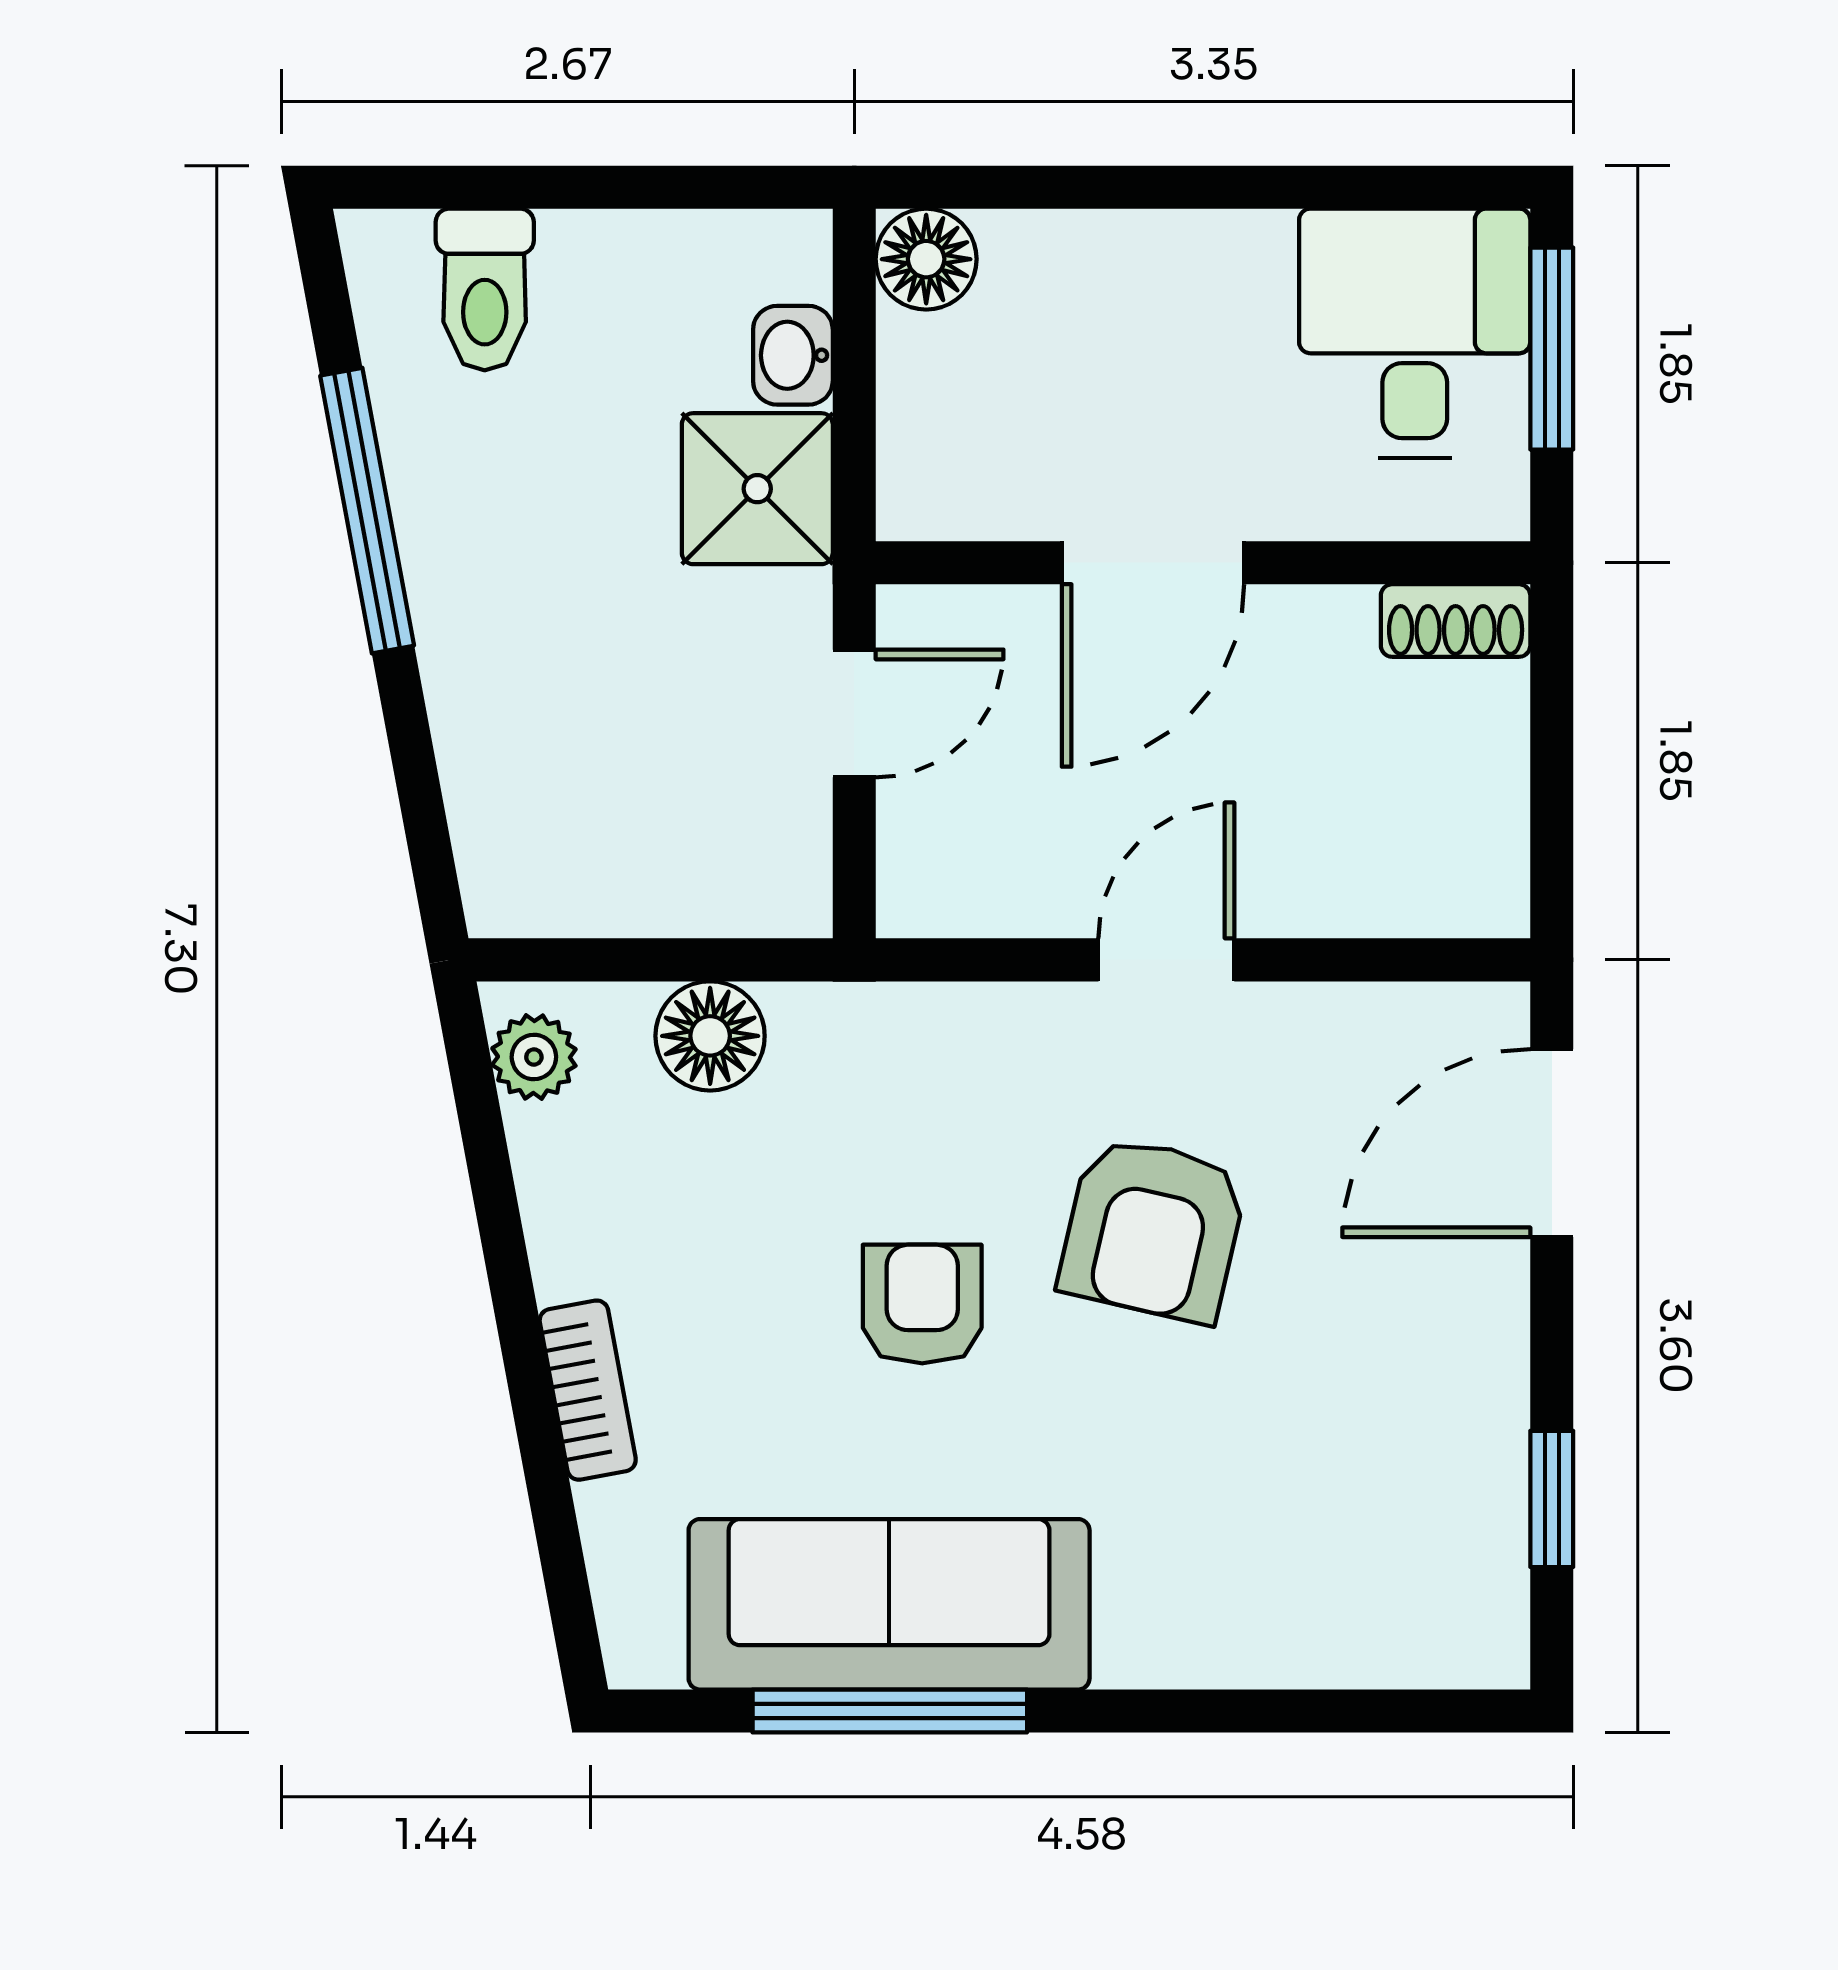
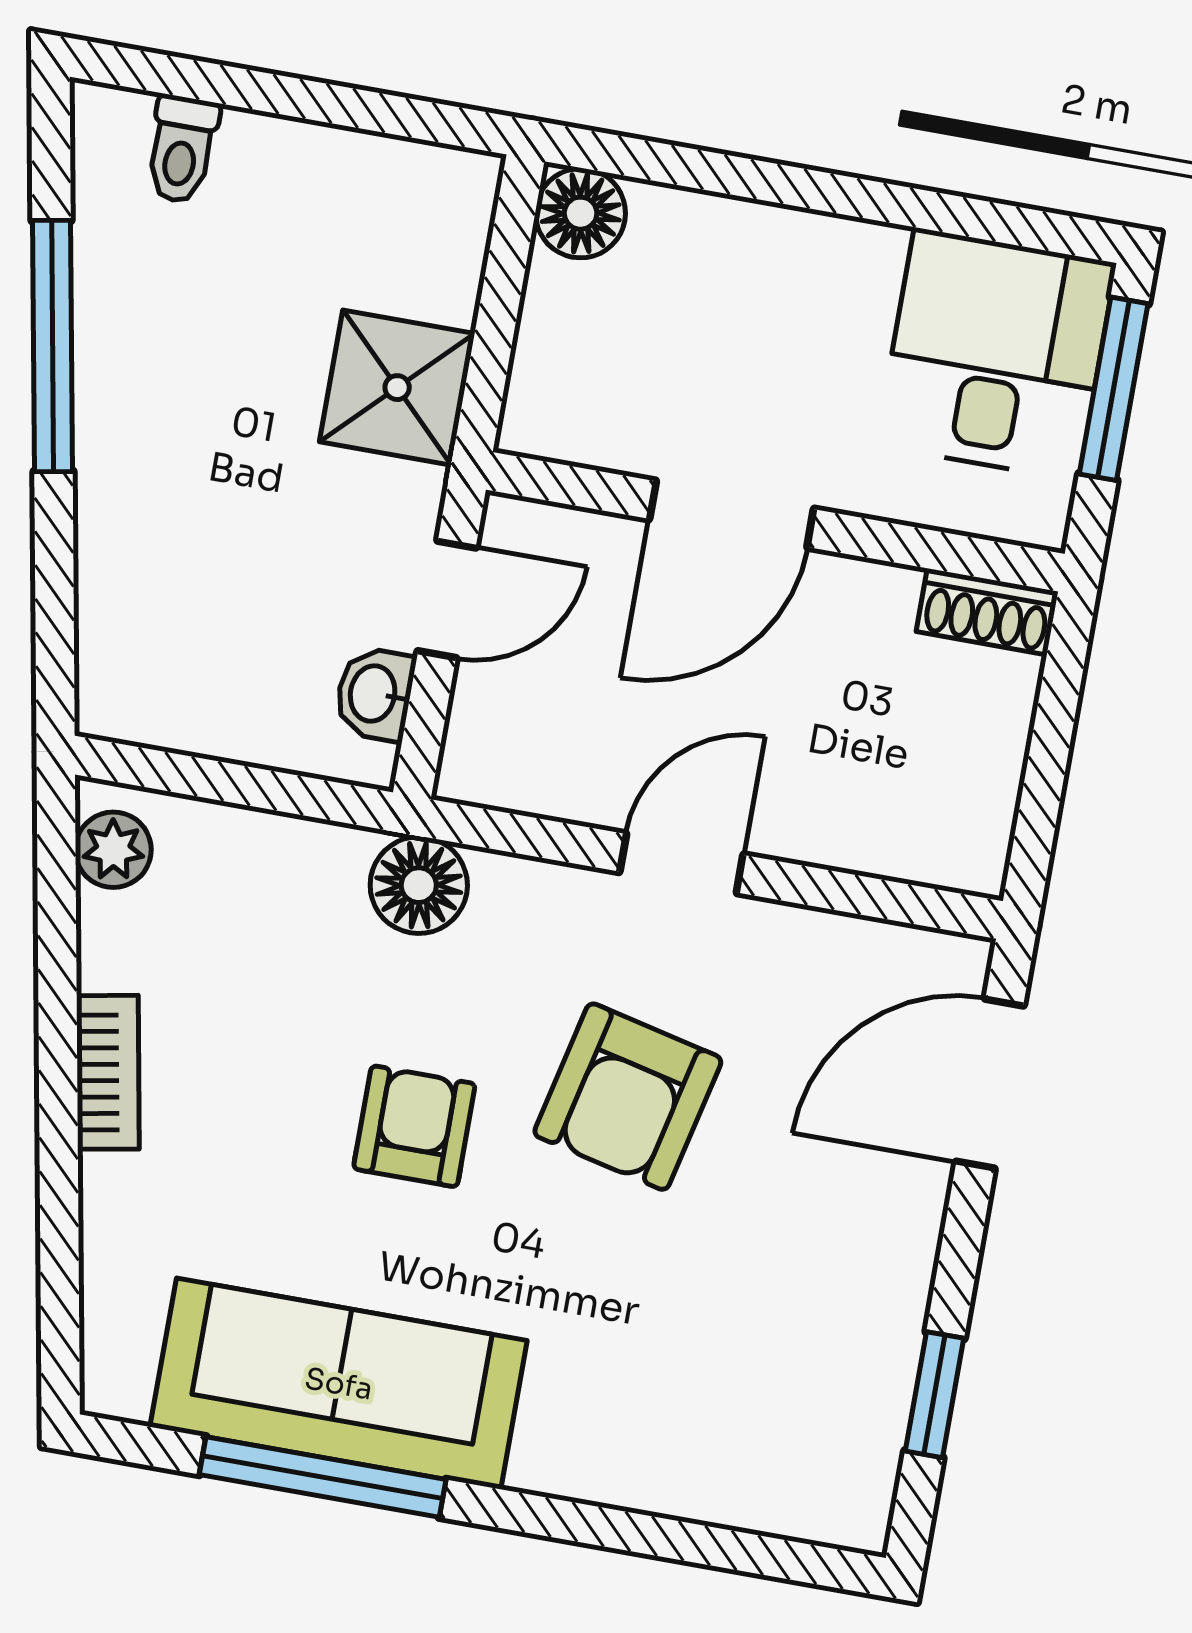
toilet: (485, 289) -> (182, 149), width x0.73, depth x0.72
washbasin: (793, 355) -> (375, 694), moved
floor lamp: (710, 1036) -> (419, 885), moved
bookcase: (588, 1390) -> (108, 1072), moved

